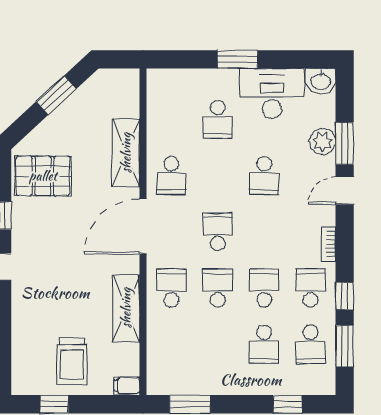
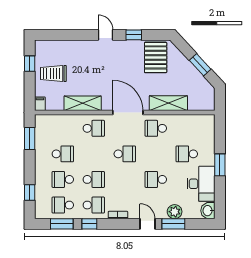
school desk: (218, 288) -> (63, 154), moved

